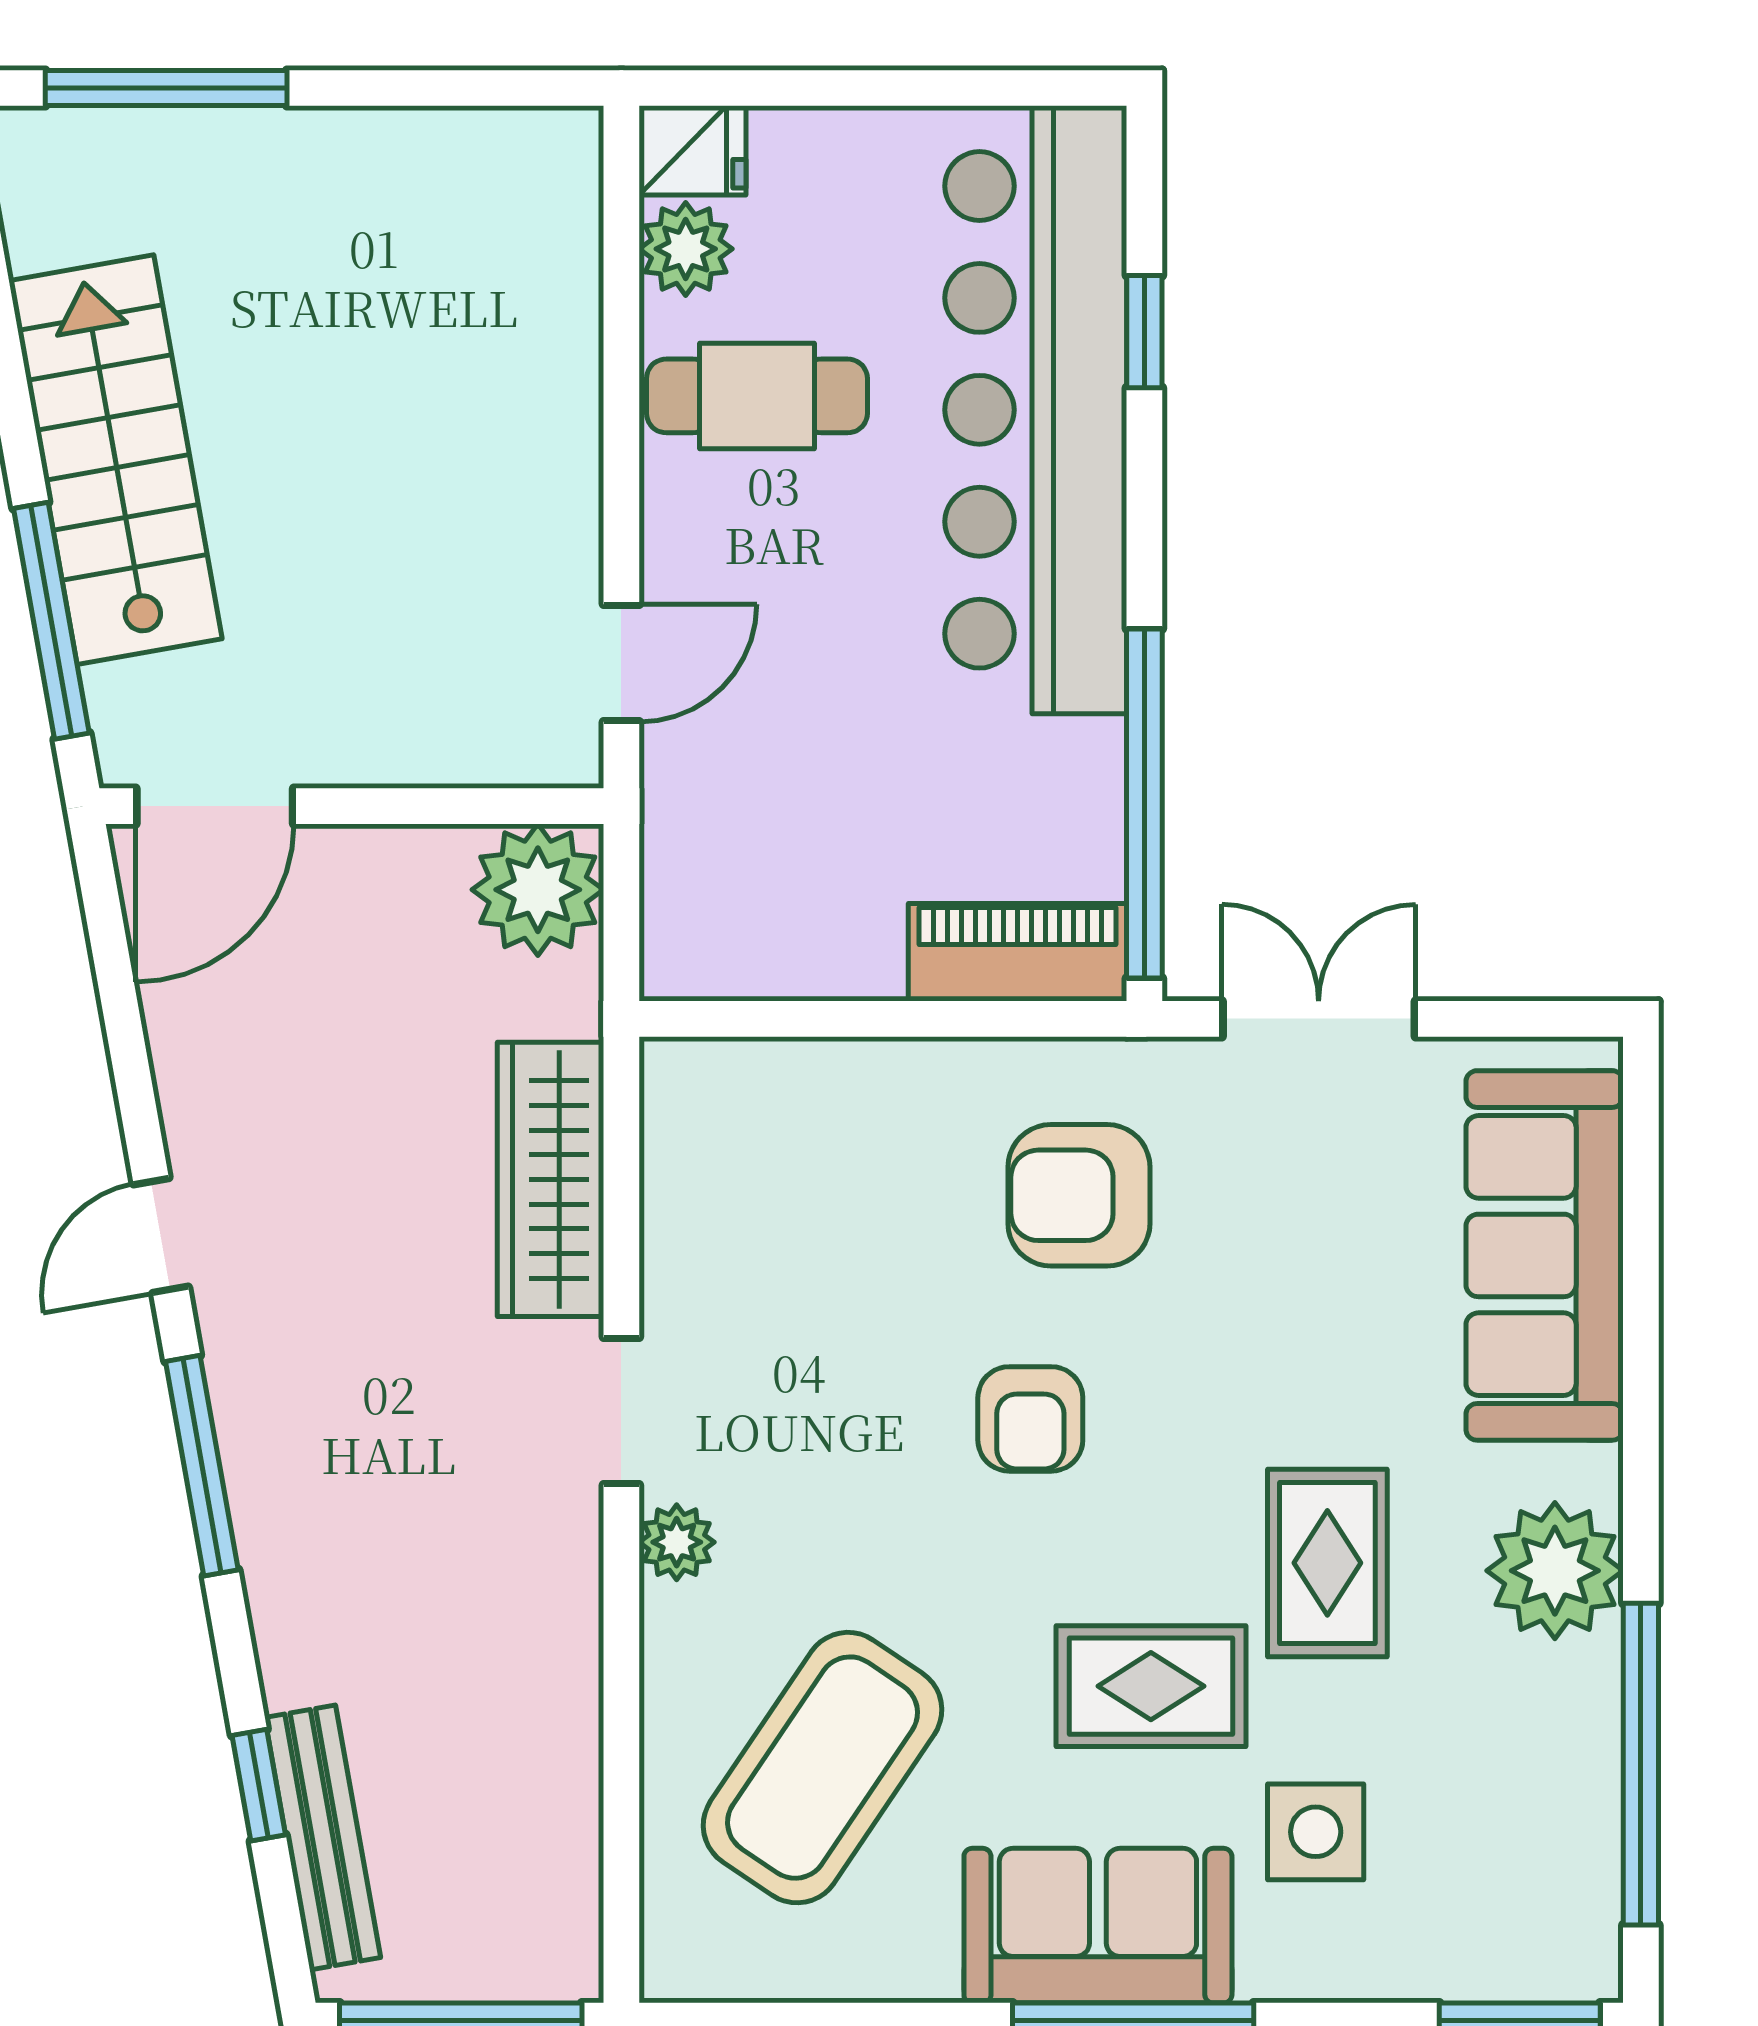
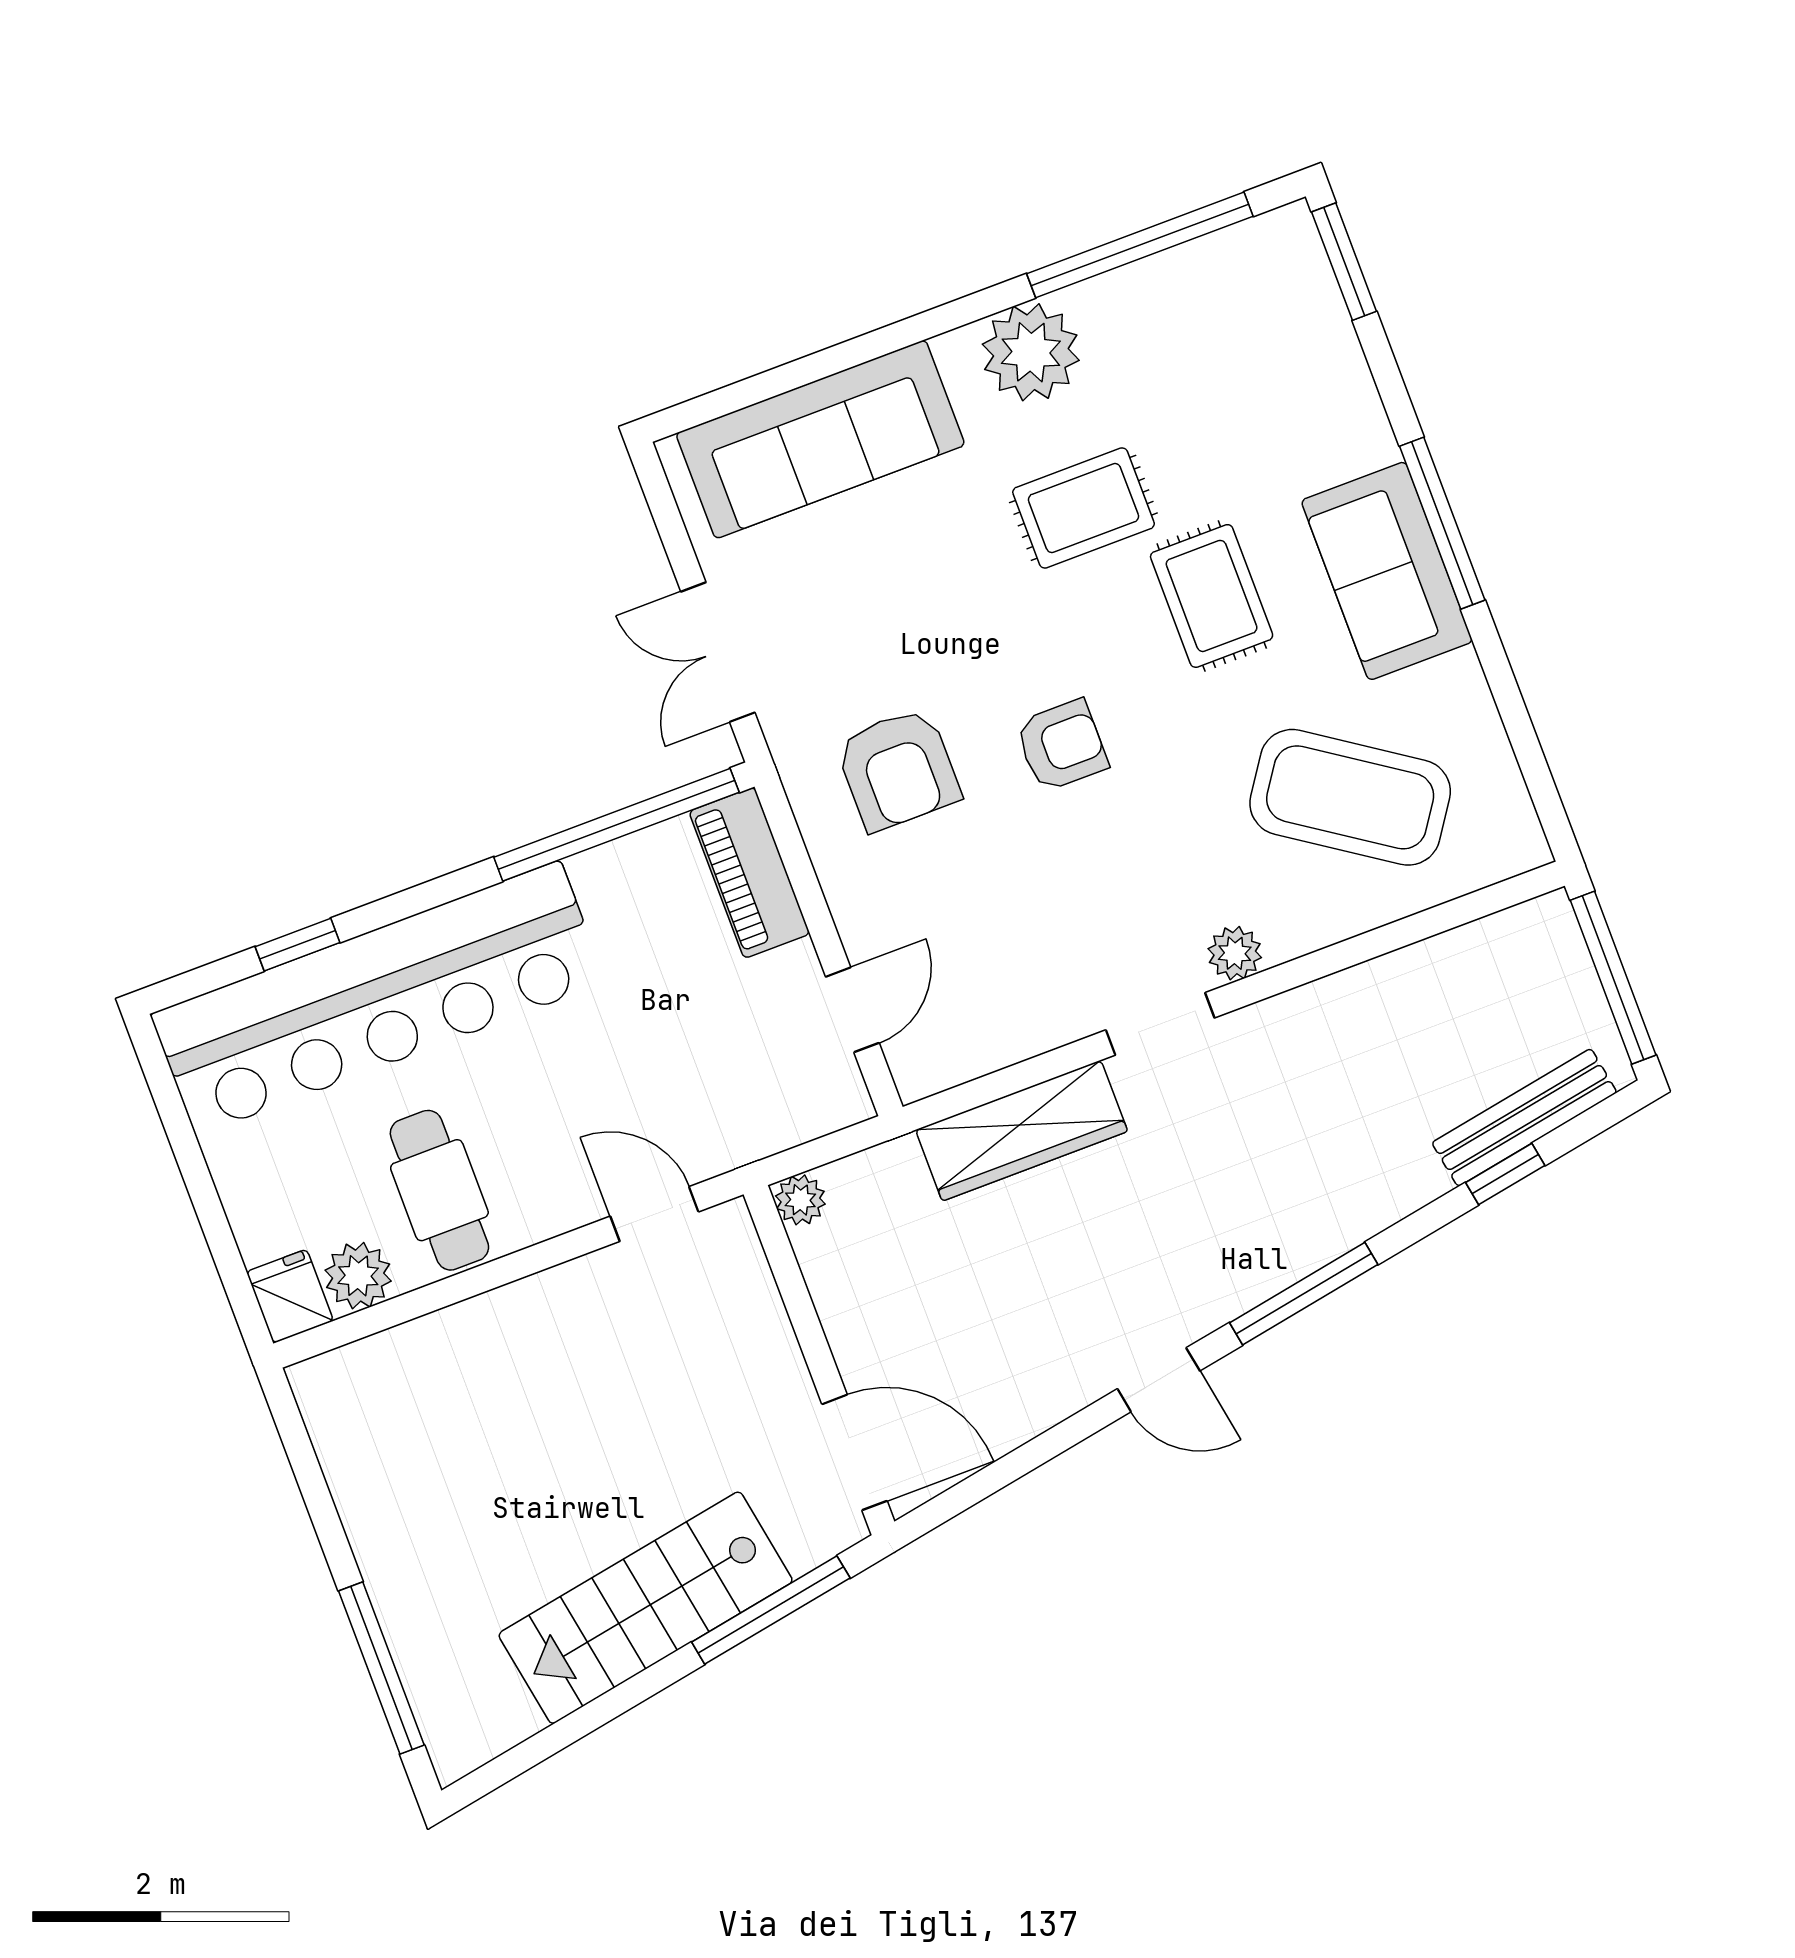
plant: (538, 890) -> (800, 1200), width x0.53, depth x0.53
door: (790, 1019) -> (852, 1010), added
side table: (1316, 1832) -> (1268, 448), removed

